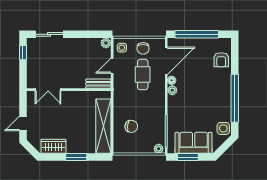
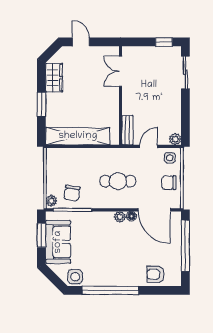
door: (112, 66) -> (149, 146), hinge flipped
cafe table: (143, 75) -> (118, 181), moved
chair: (131, 126) -> (72, 193), moved

